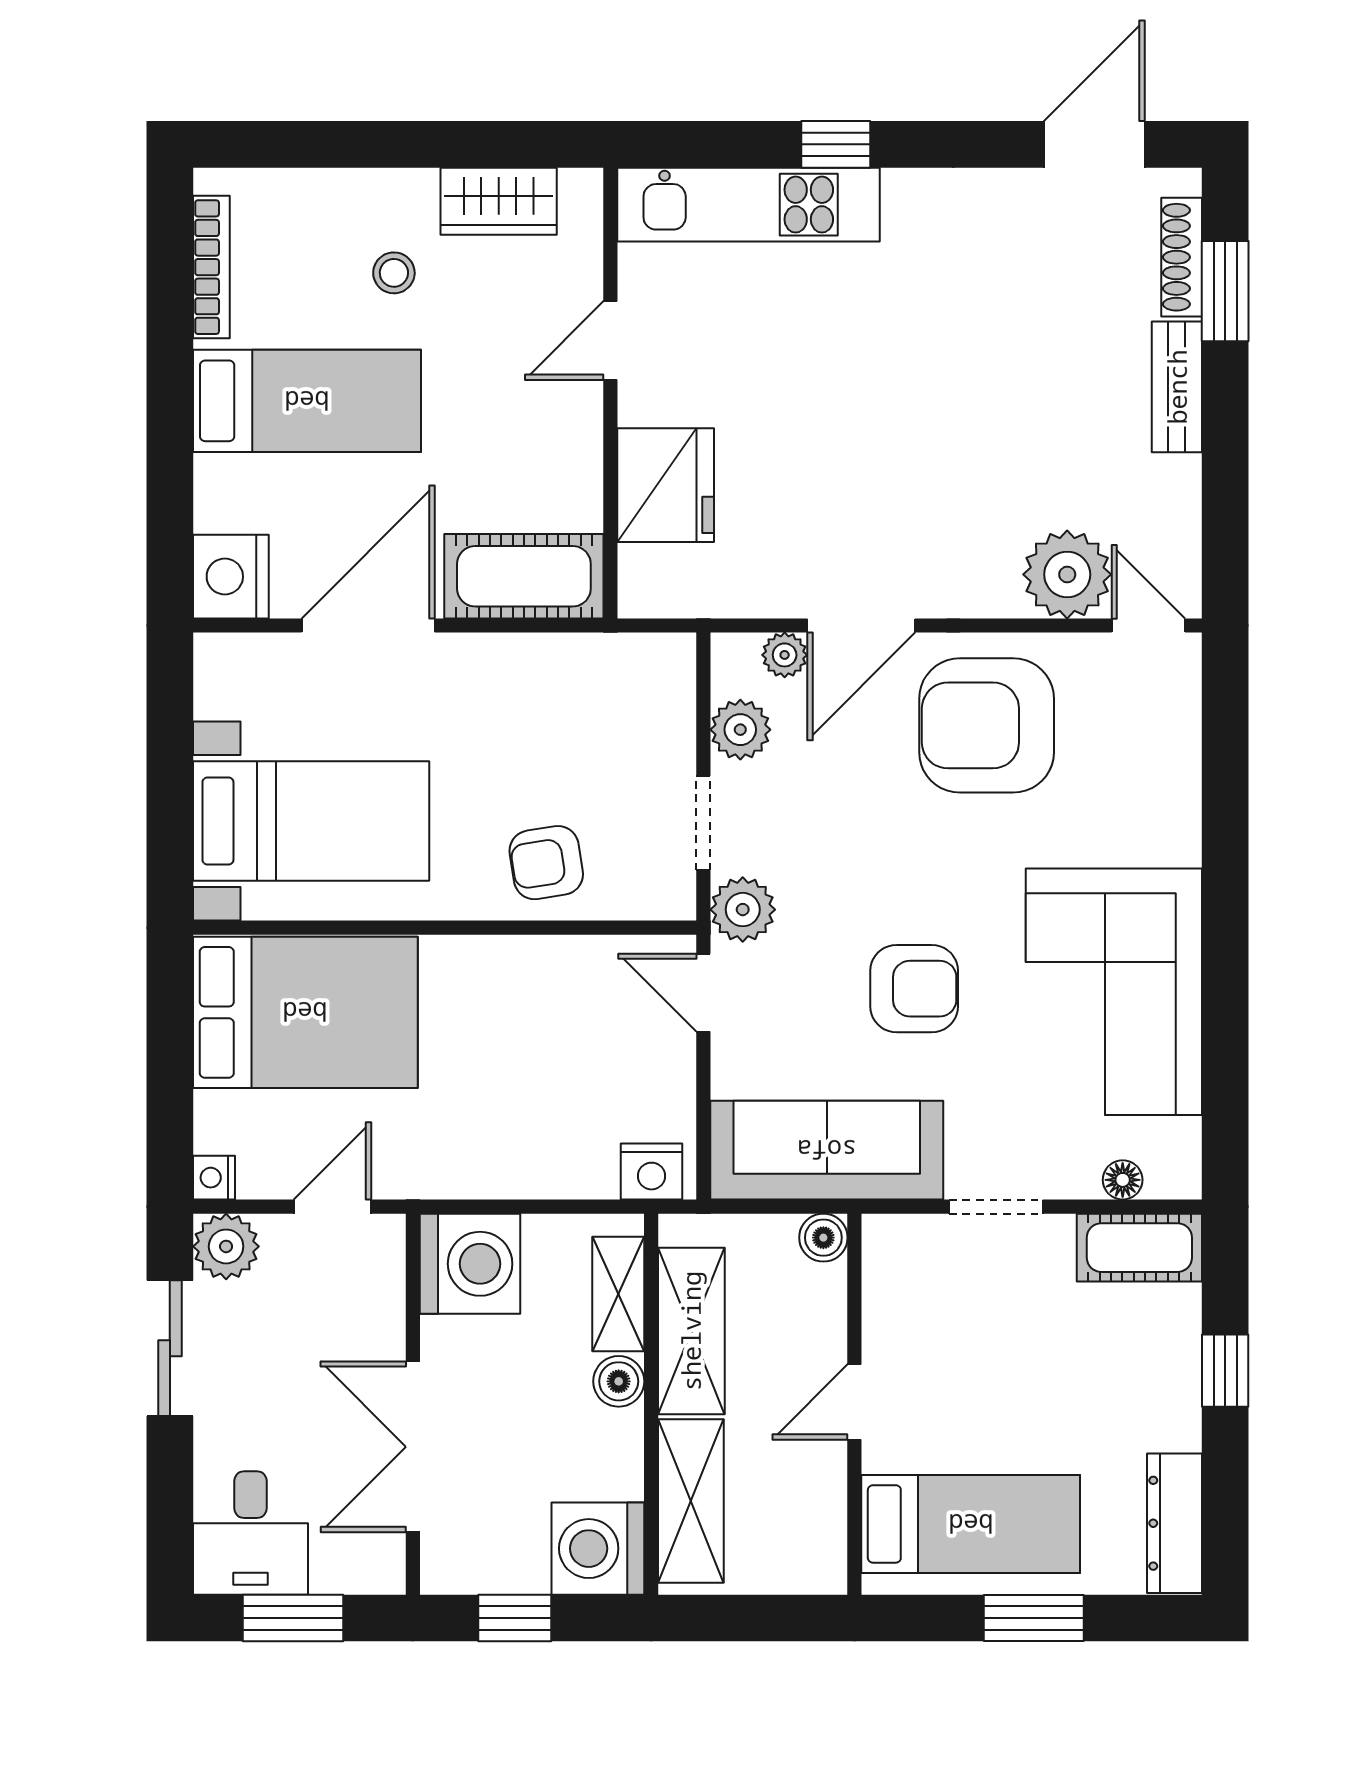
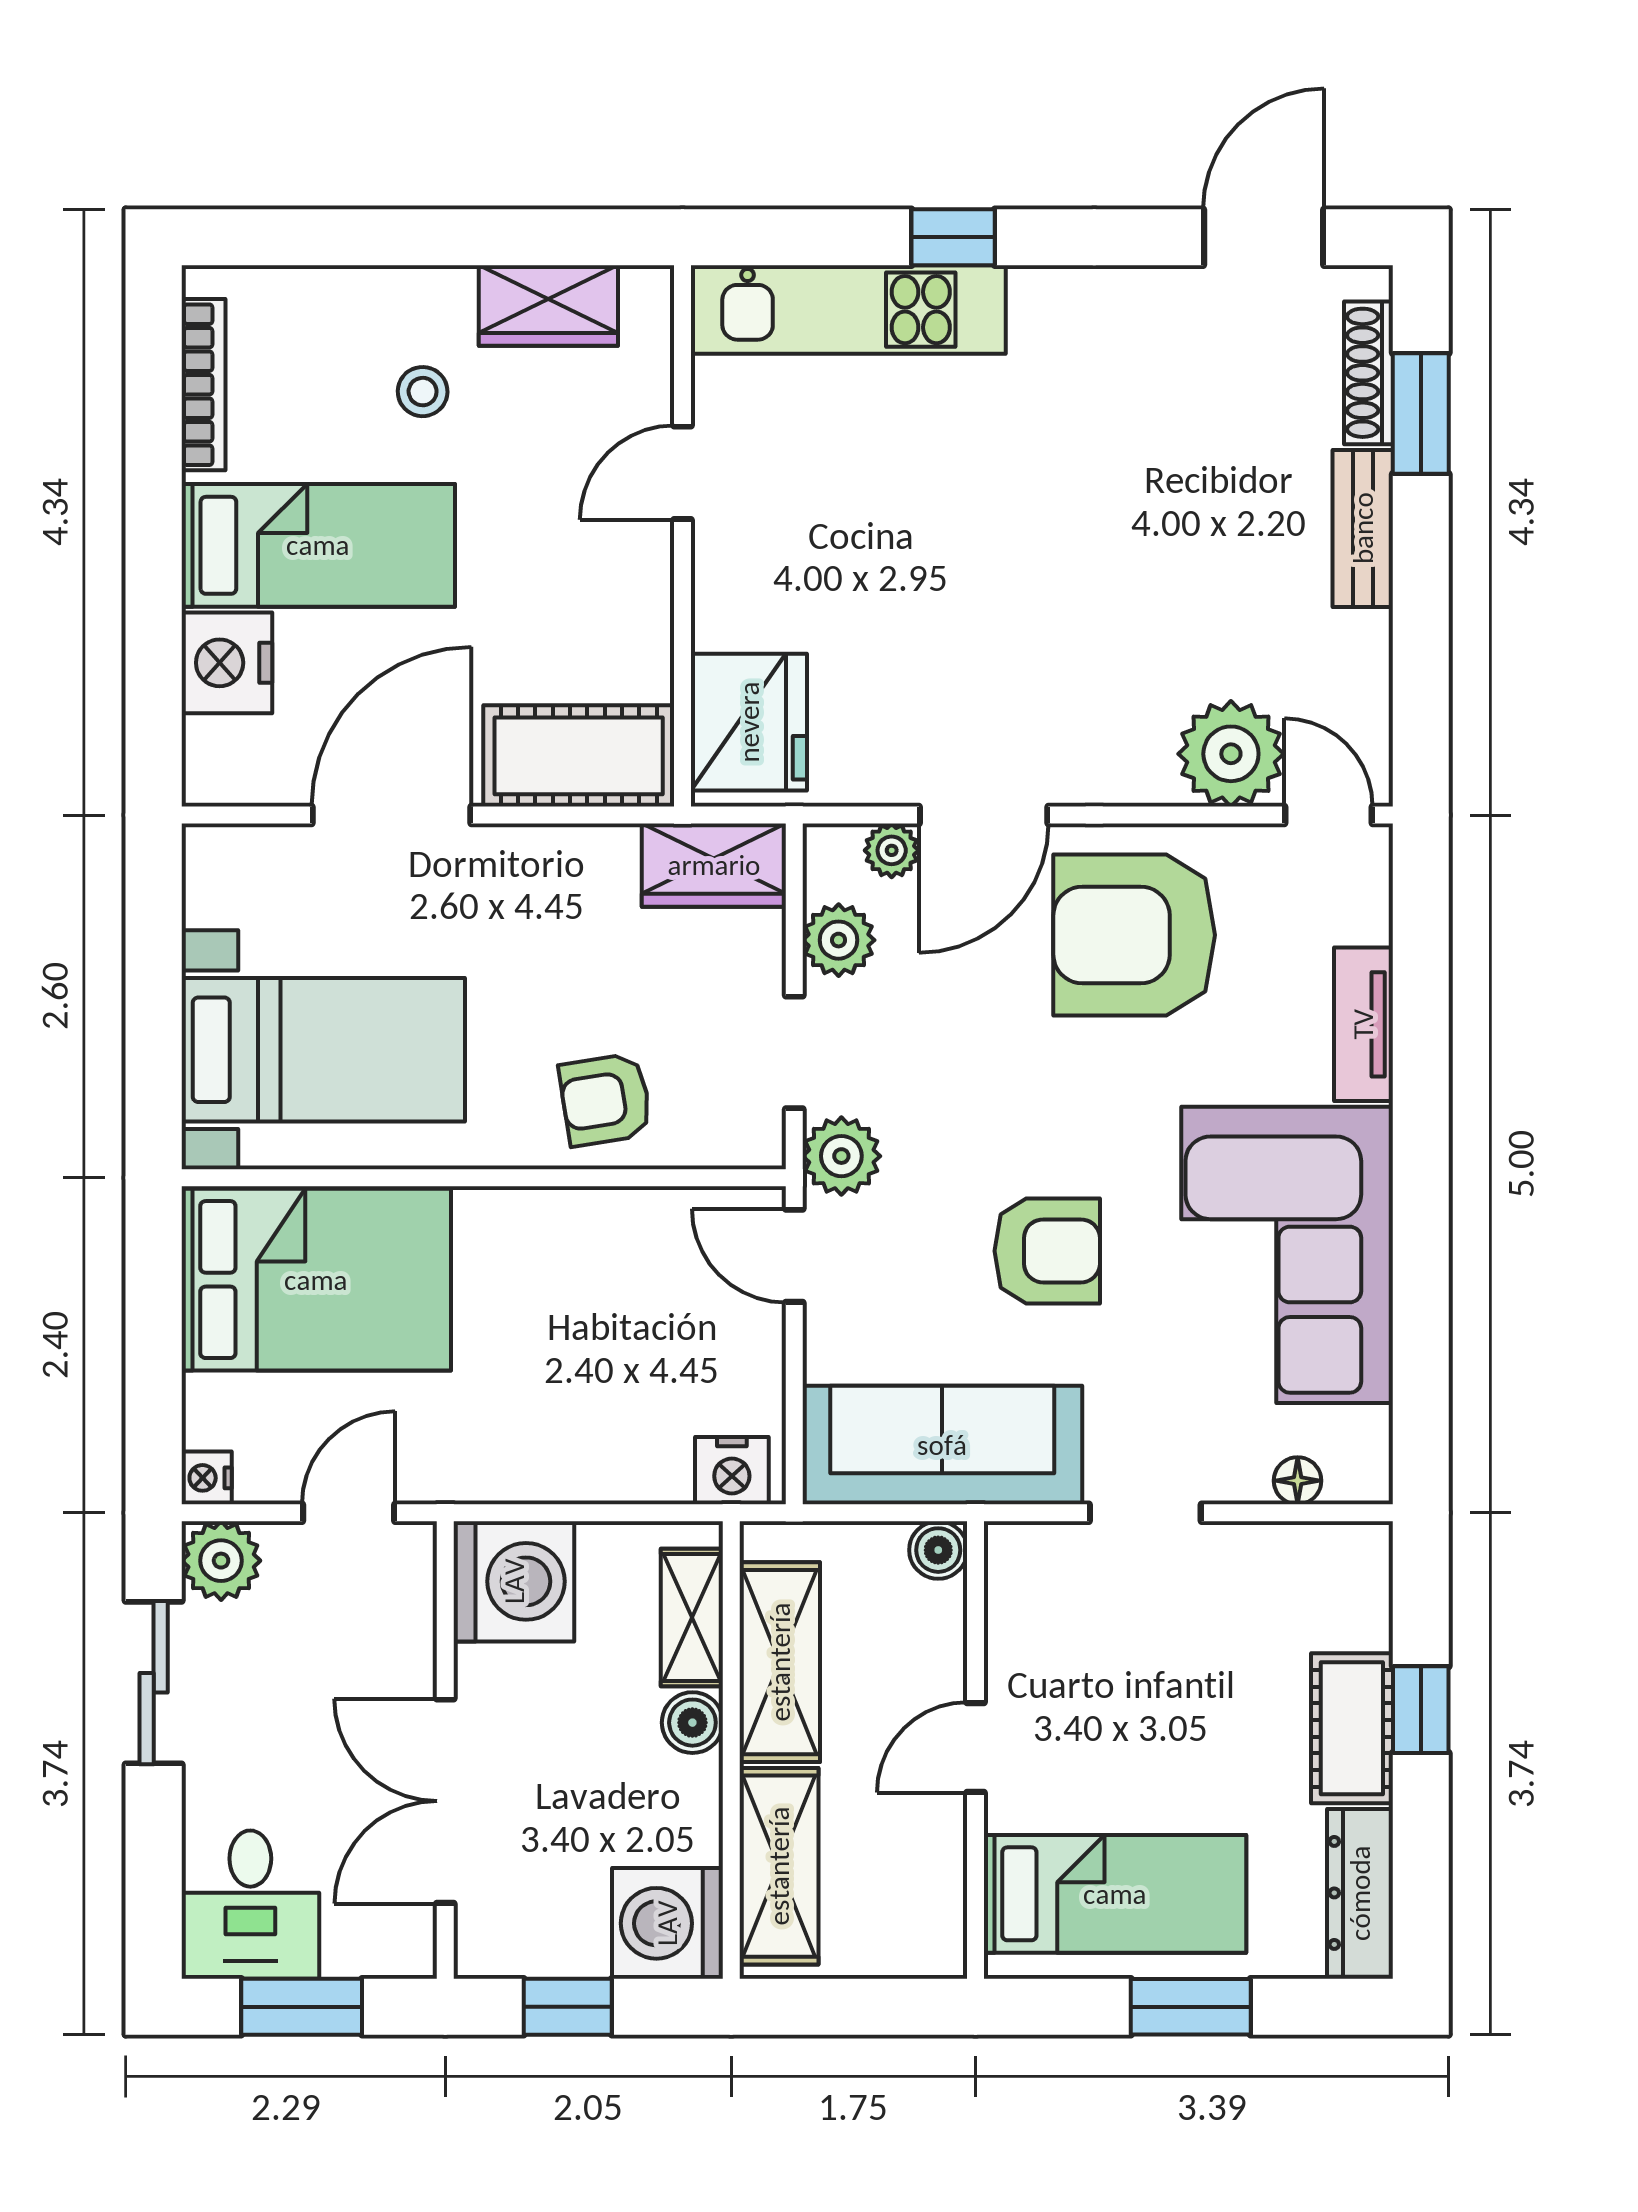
fridge: (666, 485) -> (749, 722), moved
nightstand: (231, 577) -> (227, 663), moved
wardrobe: (636, 667) -> (714, 865), added
tv unit: (1178, 800) -> (1363, 1024), added
cot: (1139, 1248) -> (1352, 1728), moved, turned 90

